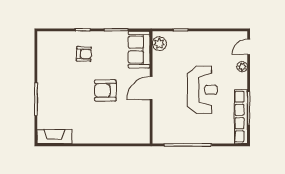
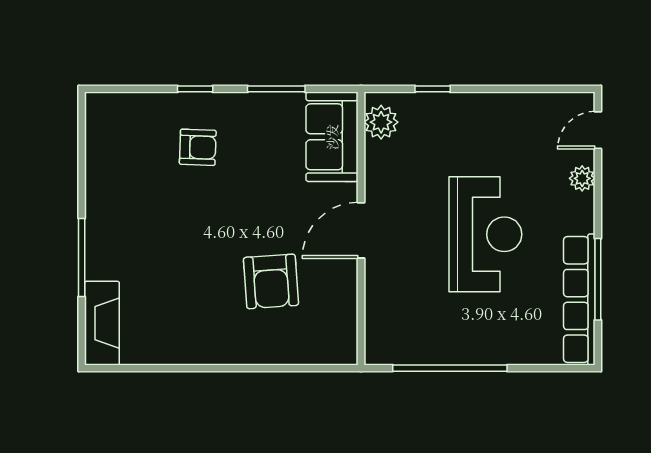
armchair: (105, 90) -> (271, 281), moved, turned -94
fireplace: (55, 137) -> (102, 323), moved, turned 90

